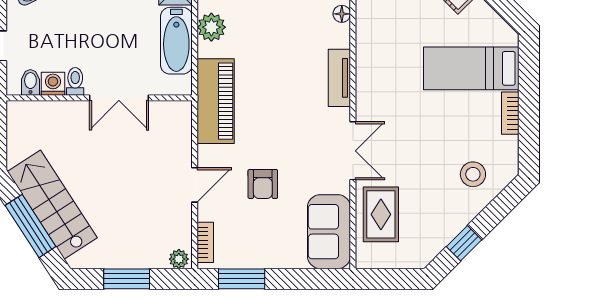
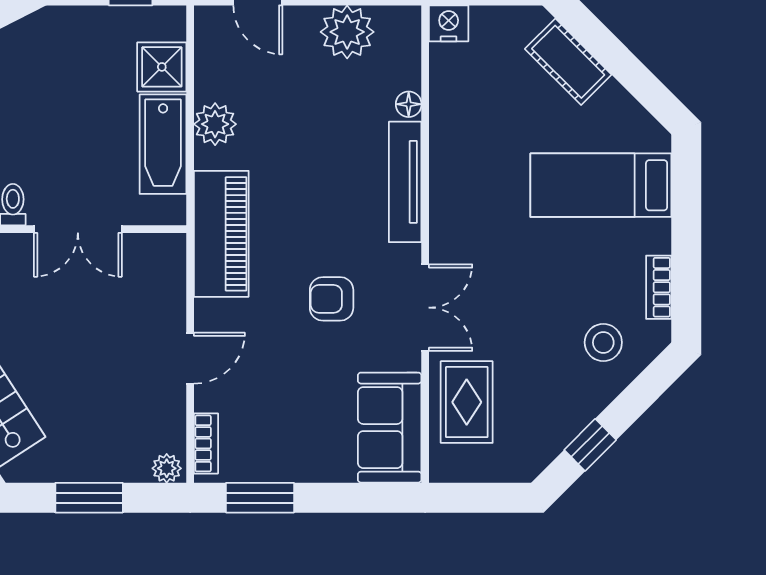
tv unit: (339, 78) -> (405, 182), width x1.41
bookcase: (510, 113) -> (659, 287), moved
armchair: (263, 184) -> (332, 299), moved, turned 90

